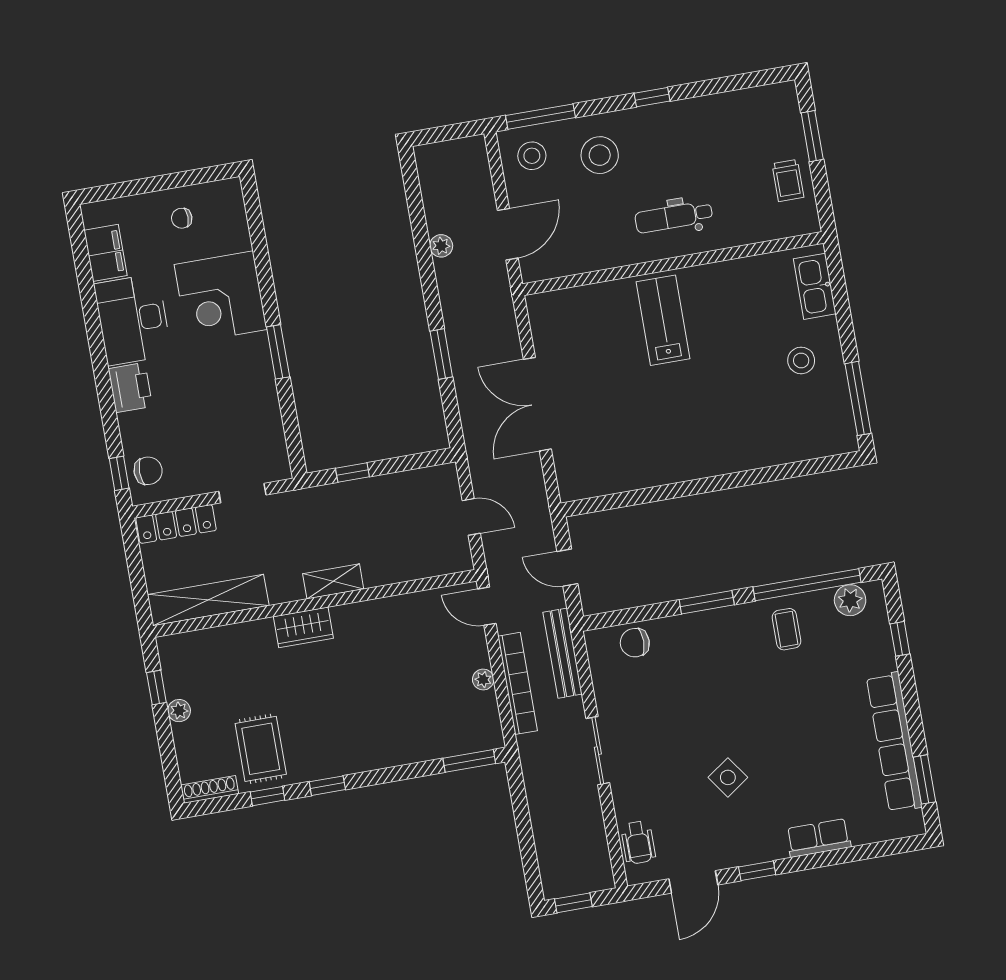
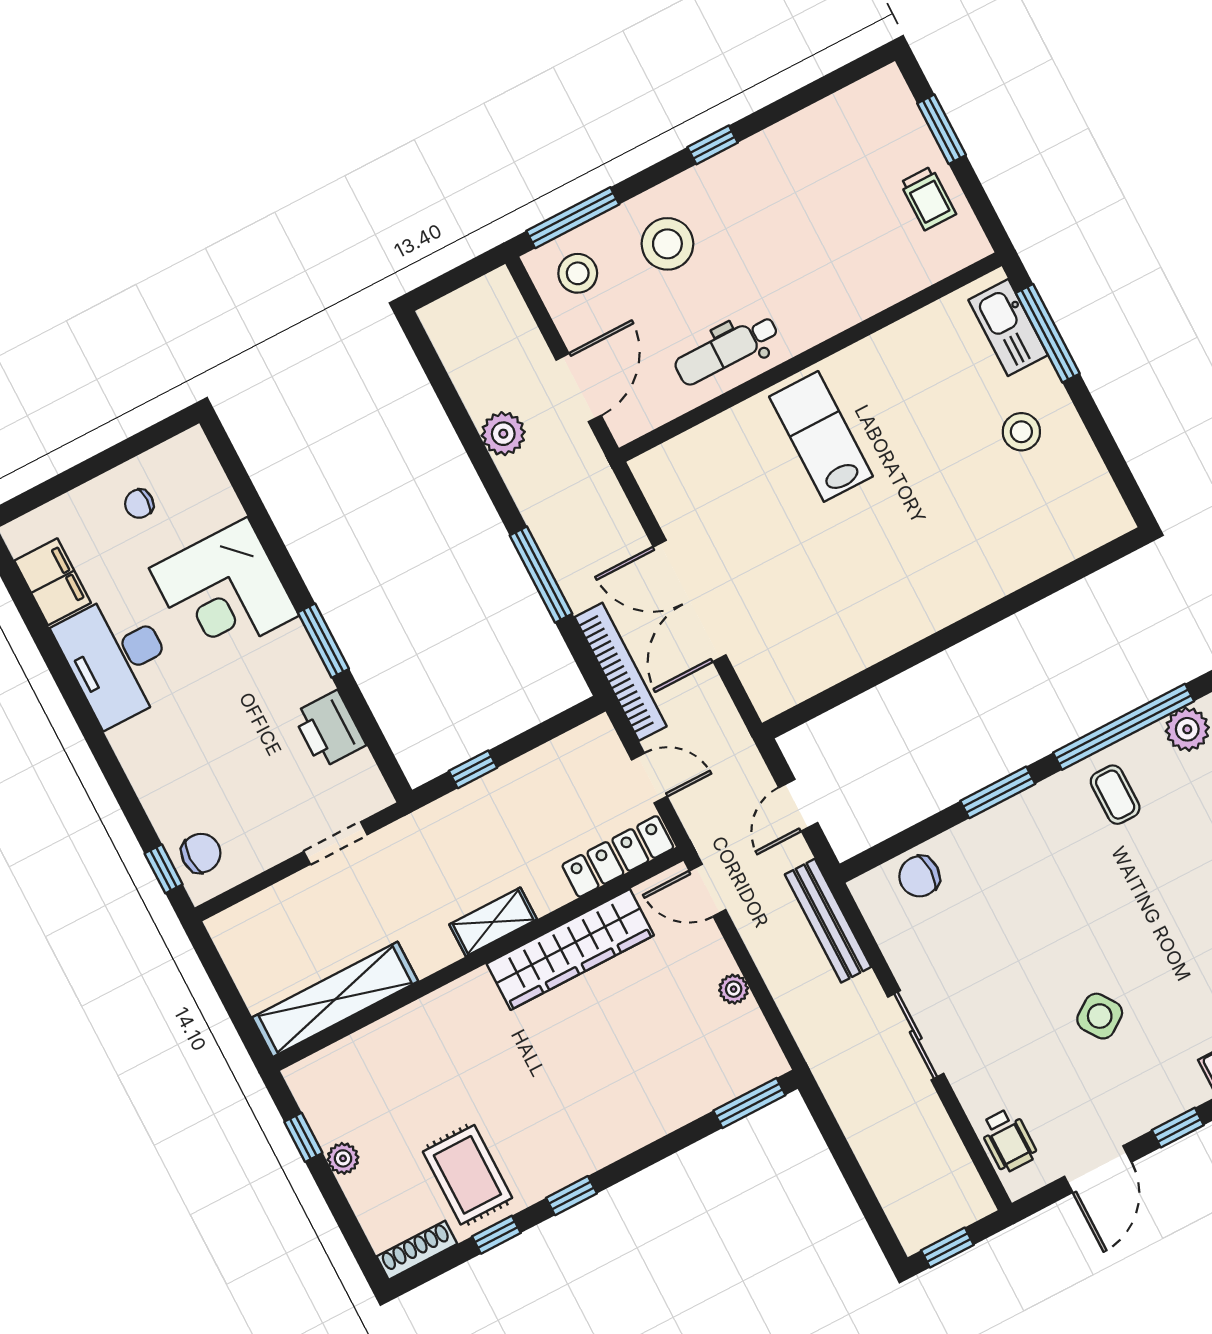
dental chair: (674, 217) -> (727, 350), moved
plant: (441, 246) -> (503, 434), width x1.38, depth x1.38
window: (441, 354) -> (541, 575), width x1.44
printer: (130, 388) -> (329, 729), moved, turned 180
window: (858, 398) -> (1048, 333), moved
locker: (176, 524) -> (618, 856), moved, turned 180
door: (567, 568) -> (798, 805), hinge flipped
wardrobe: (303, 627) -> (570, 949), moved, width x2.10, depth x1.17
bookcase: (518, 683) -> (621, 672), moved

